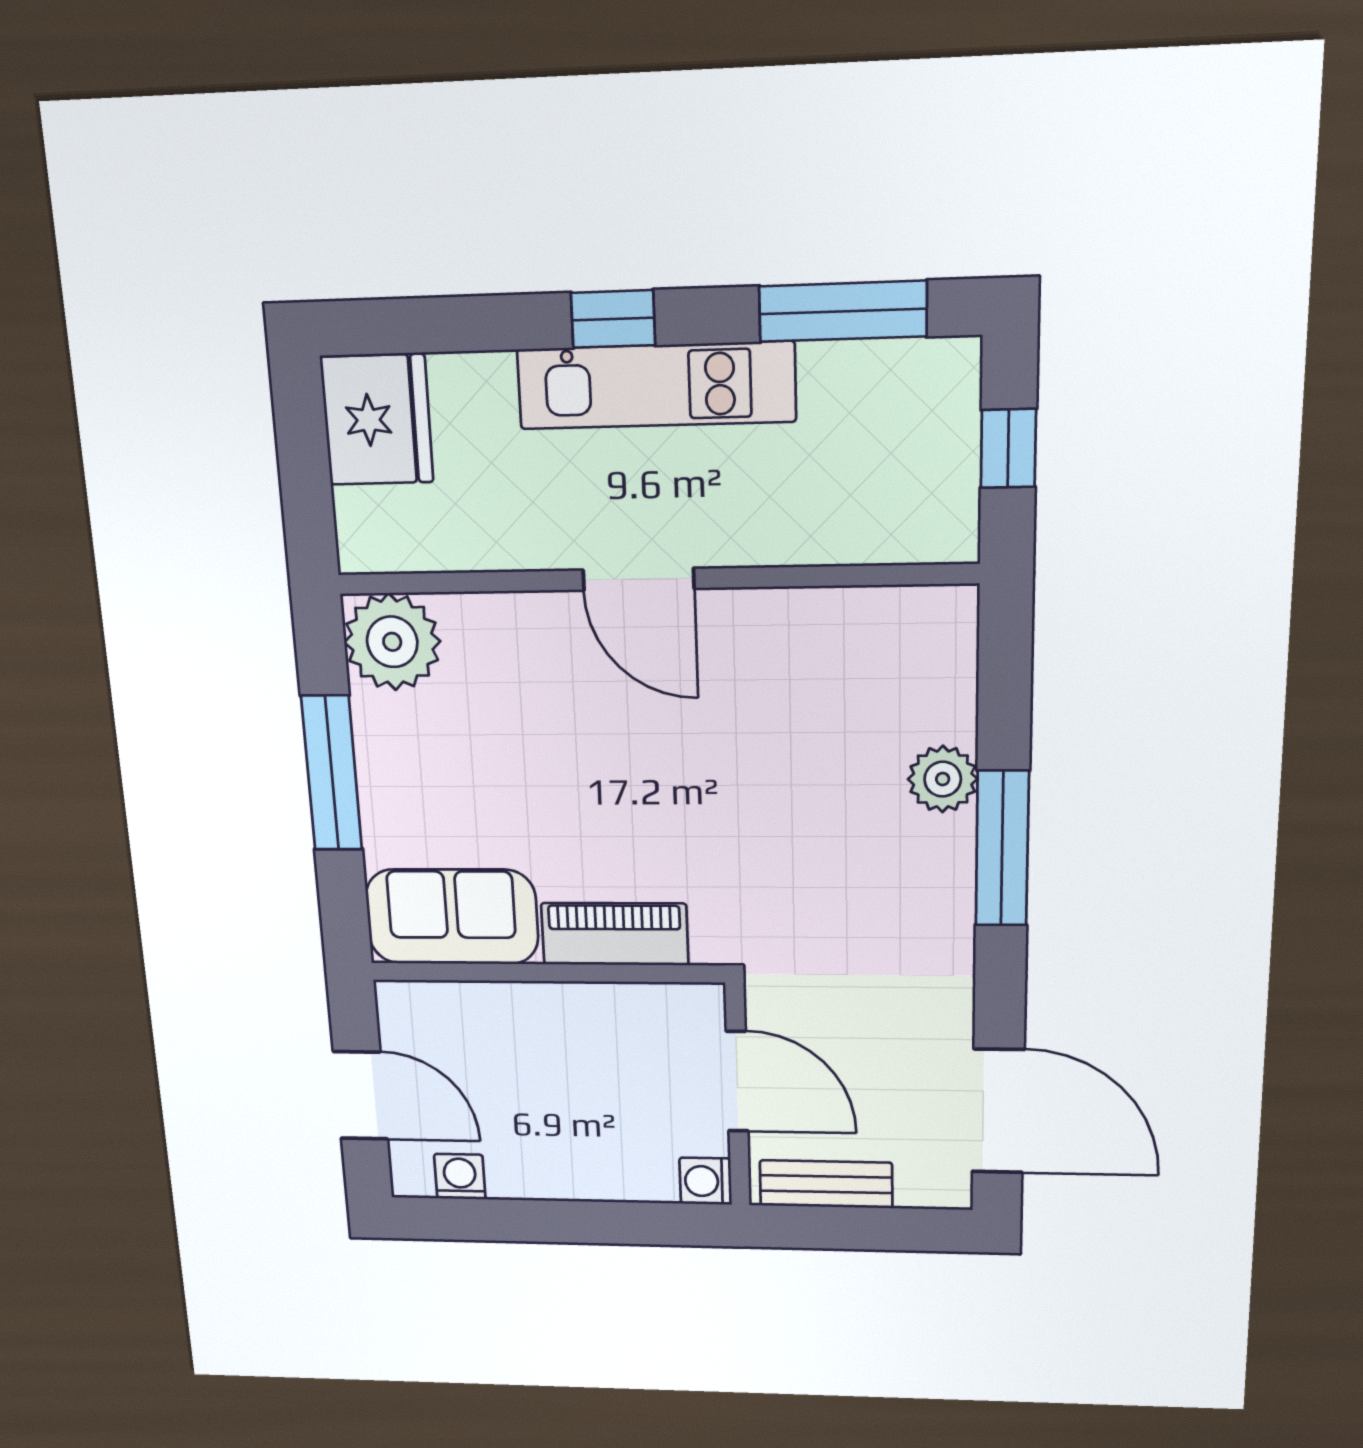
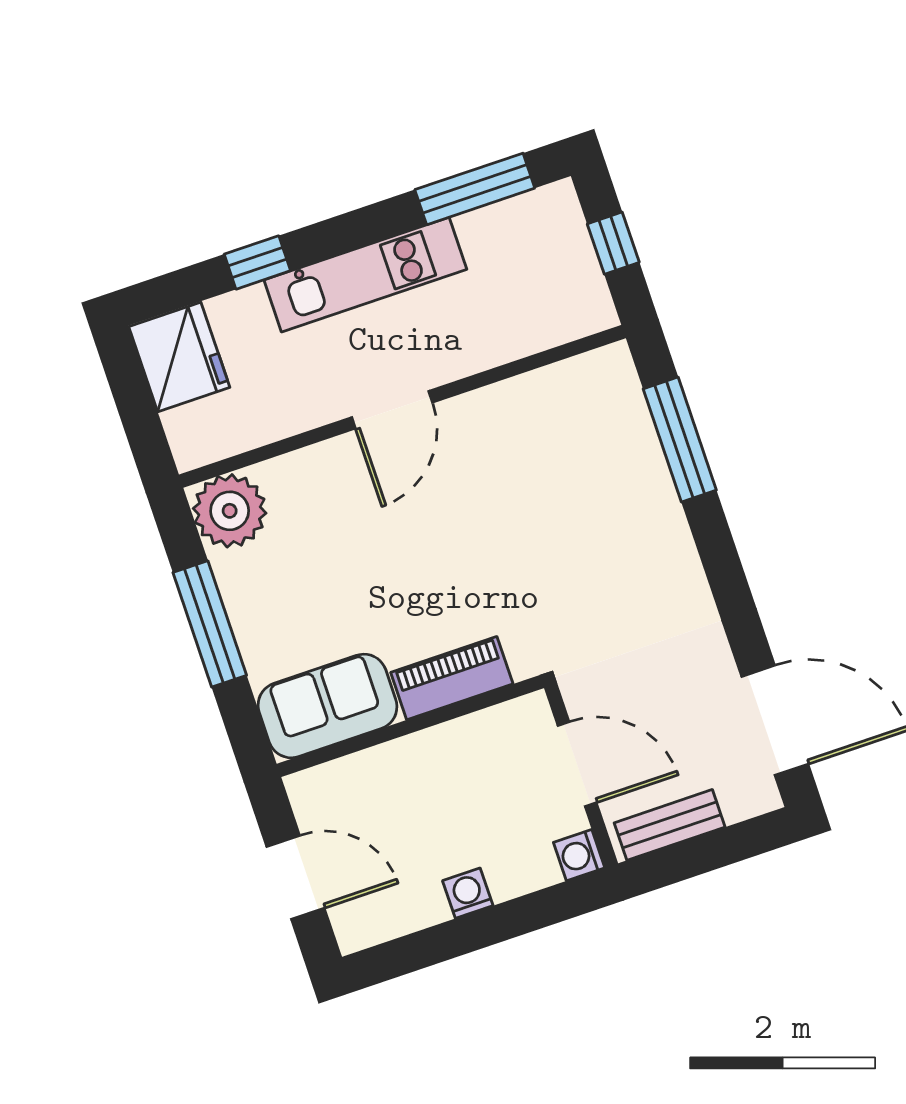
window: (613, 319) -> (257, 262), moved
door: (638, 579) -> (392, 410), hinge flipped
plant: (943, 779) -> (648, 483), removed
window: (1002, 849) -> (680, 439), moved
washing machine: (460, 1177) -> (468, 893), moved

